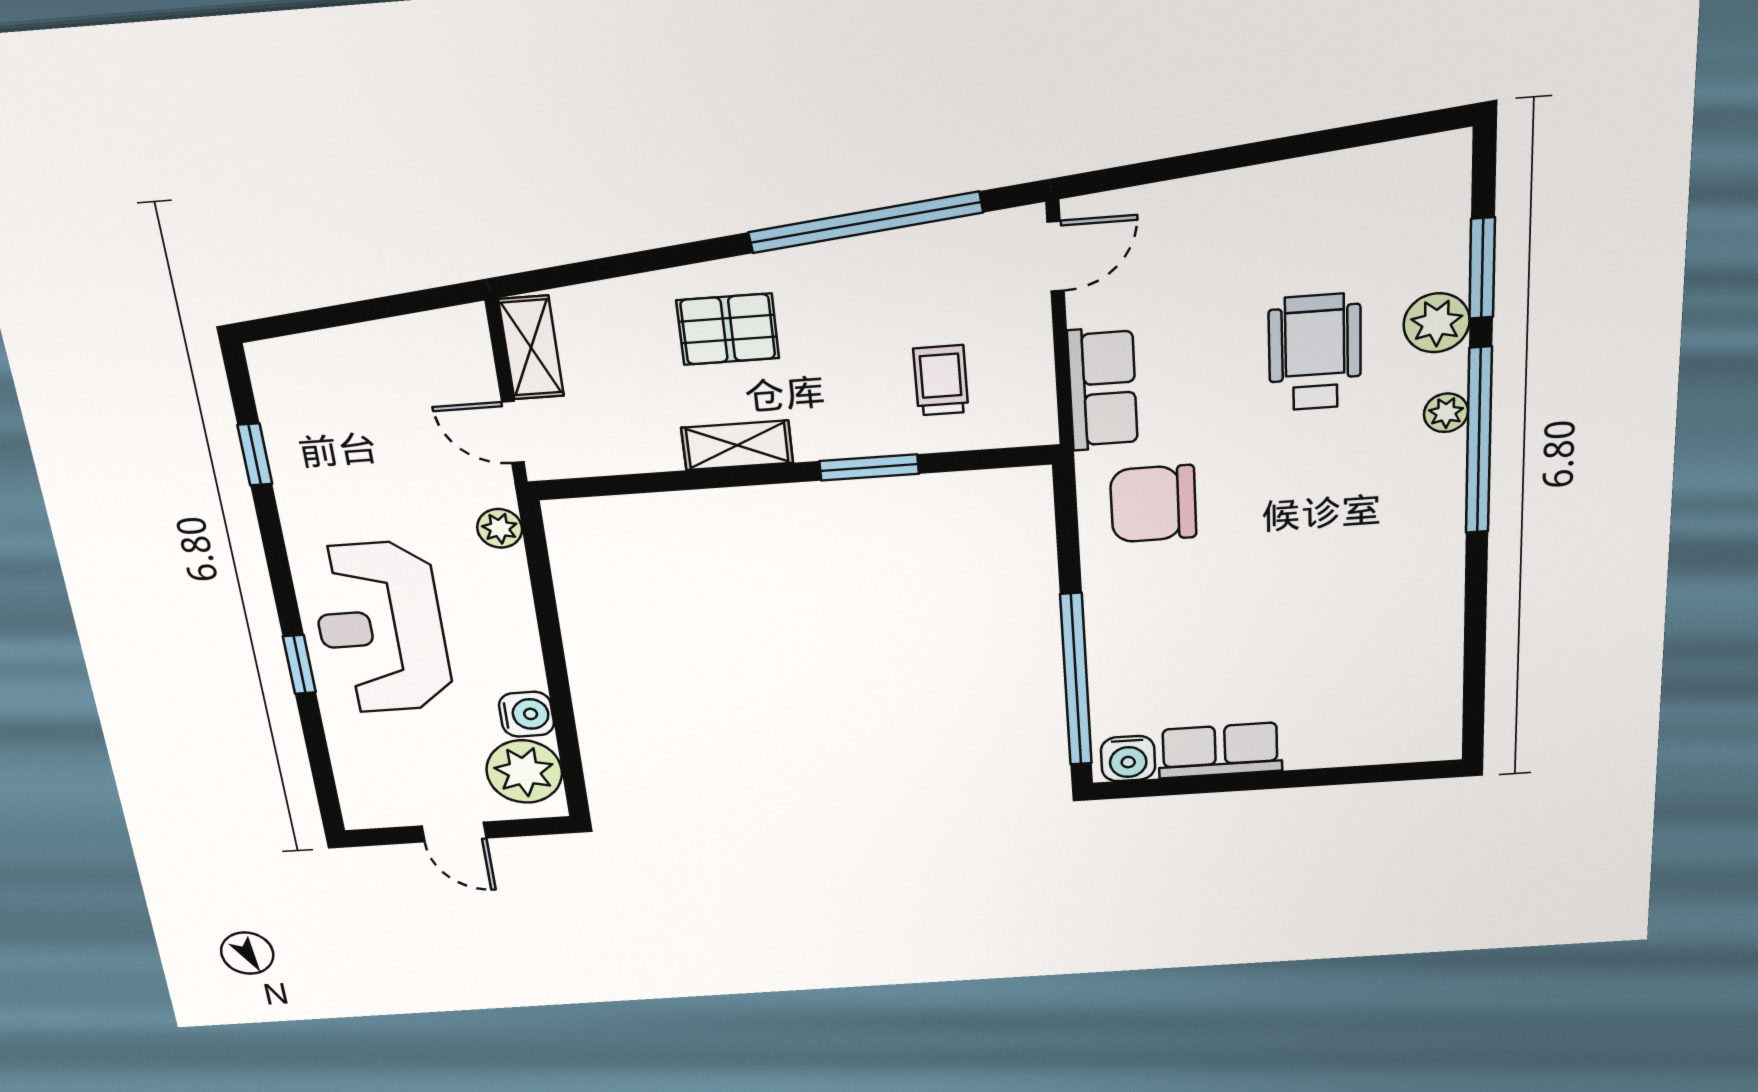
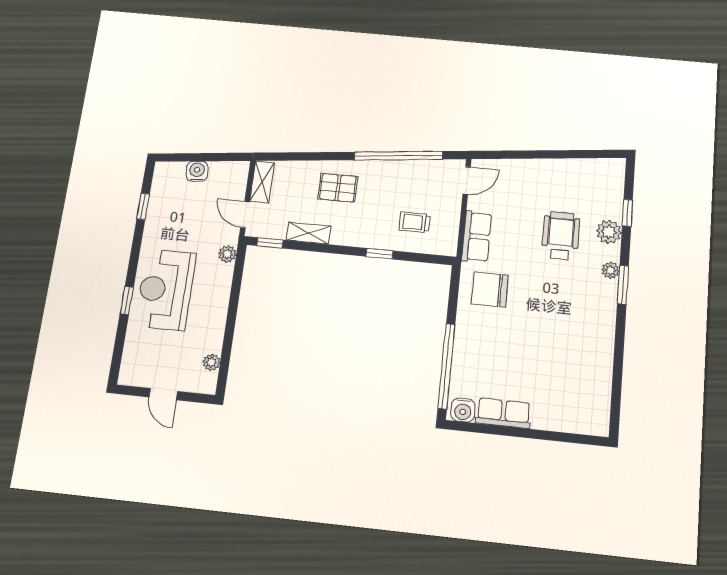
window: (1482, 268) -> (627, 213), width x0.67
trolley: (941, 380) -> (415, 222), turned -90
window: (1479, 441) -> (623, 285), width x0.47
shelving: (737, 445) -> (308, 233), moved
window: (869, 467) -> (380, 254), width x0.67
window: (595, 487) -> (270, 243), added
water cooler: (527, 714) -> (197, 171), moved, turned -96
plant: (524, 772) -> (211, 362), width x0.53, depth x0.53

